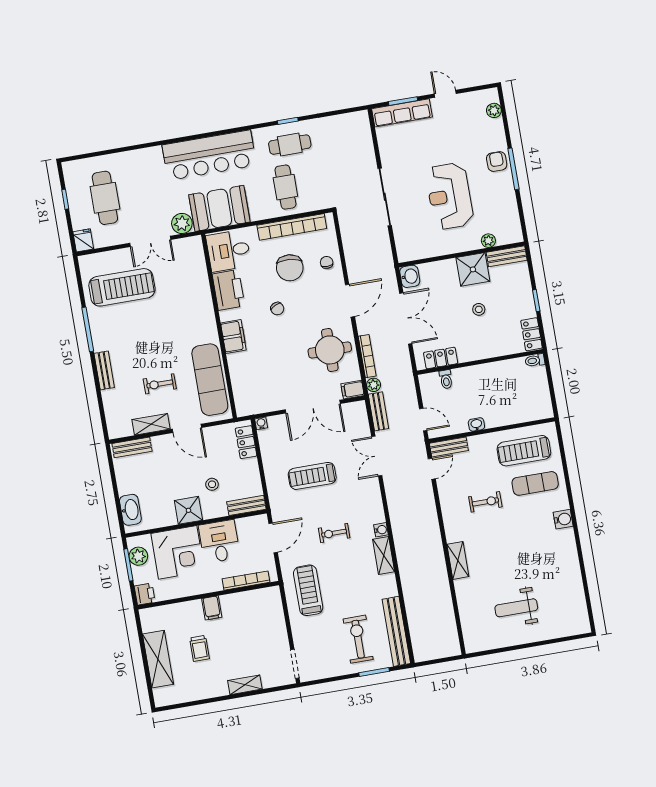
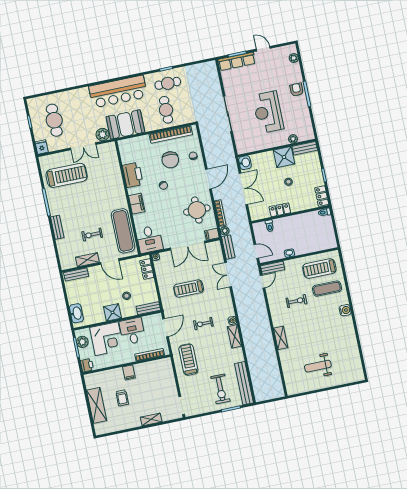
desk: (229, 251) -> (149, 239), moved, turned -90
locker: (441, 358) -> (280, 210), moved
exercise bike: (358, 639) -> (220, 389), turned 180

